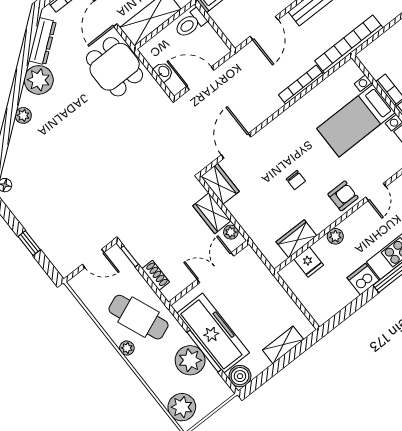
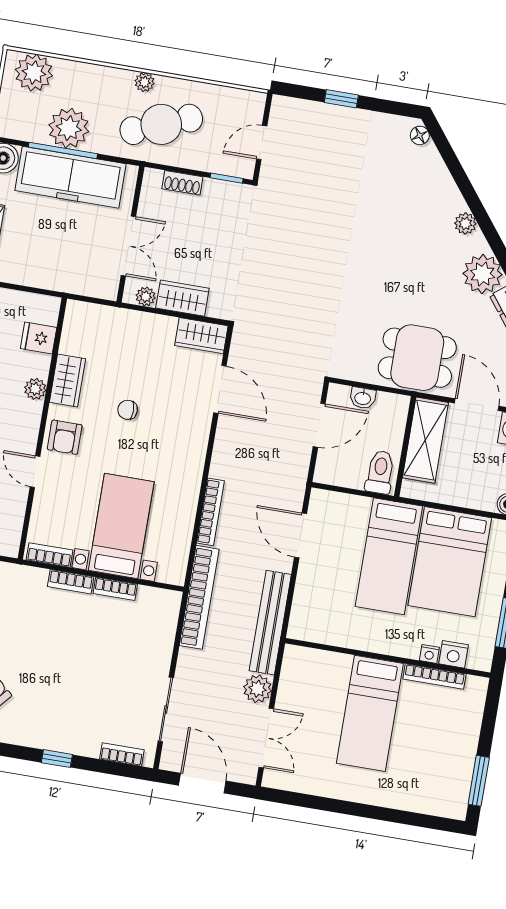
wardrobe: (296, 239) -> (68, 380), moved

